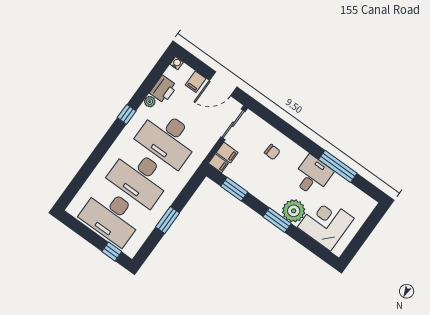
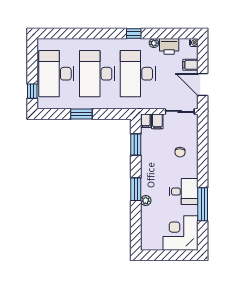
plant: (294, 211) -> (146, 201), width x0.53, depth x0.53
corner desk: (326, 223) -> (180, 233), moved, turned -90

